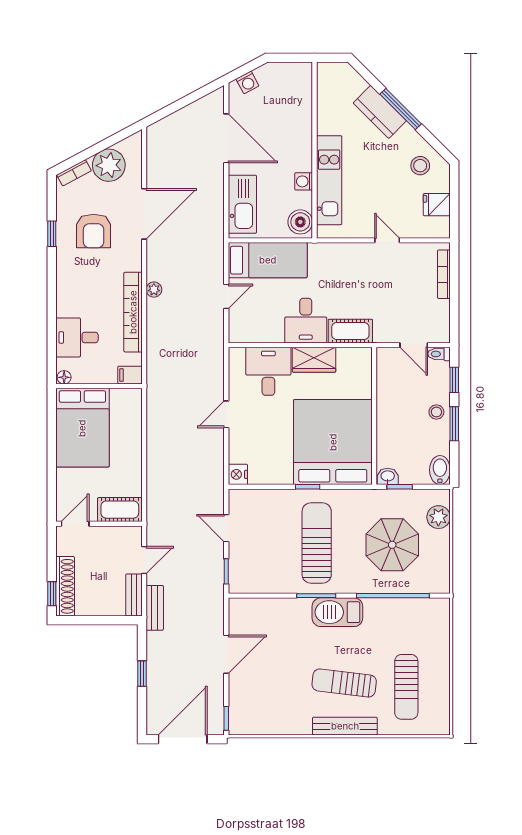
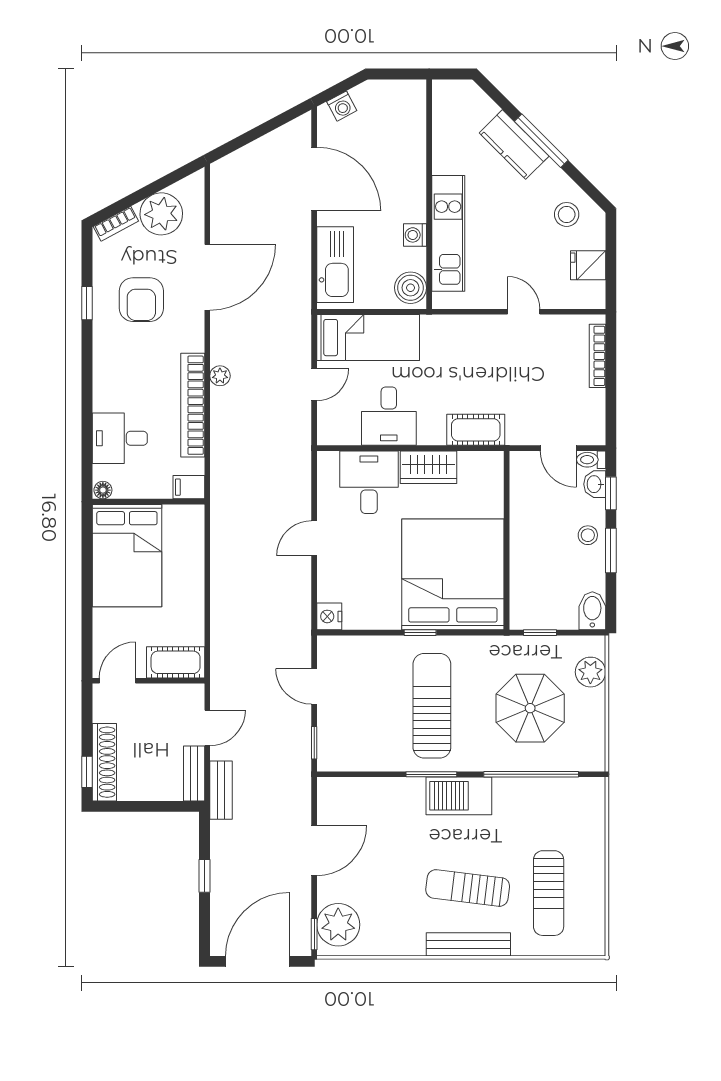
desk: (306, 321) -> (389, 416), moved
washbasin: (388, 476) -> (595, 484), moved, turned -90
plant: (245, 711) -> (338, 925), added

